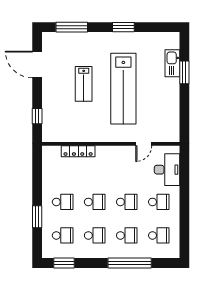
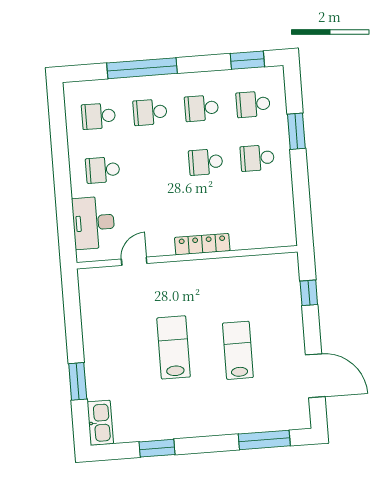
window: (123, 27) -> (157, 448), moved
kitchen sink: (172, 63) -> (100, 423), moved
lab bench: (123, 89) -> (174, 347), width x0.54, depth x0.72
locker: (78, 151) -> (202, 244), moved
school desk: (127, 202) -> (154, 166), removed

